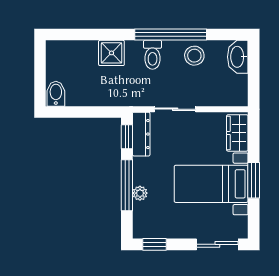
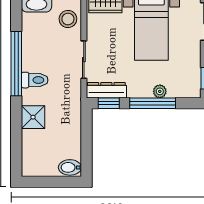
stool: (194, 56) -> (68, 19), moved

